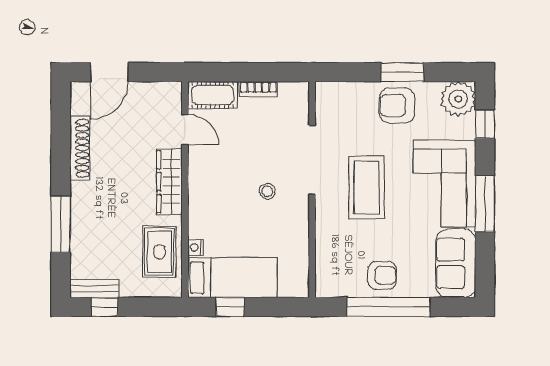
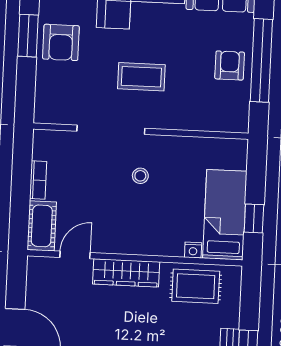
coffee table: (367, 188) -> (141, 77), width x0.73, depth x0.76

